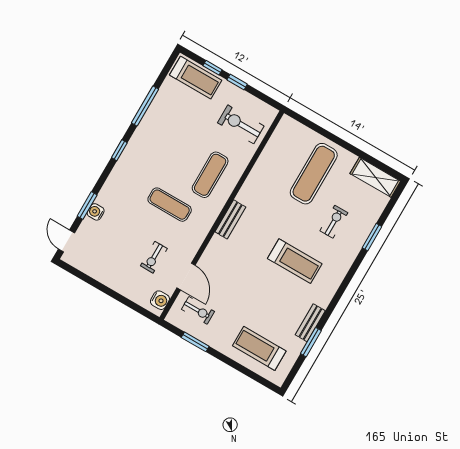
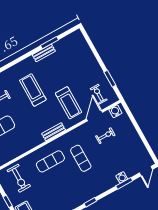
treadmill: (259, 348) -> (68, 103), moved

